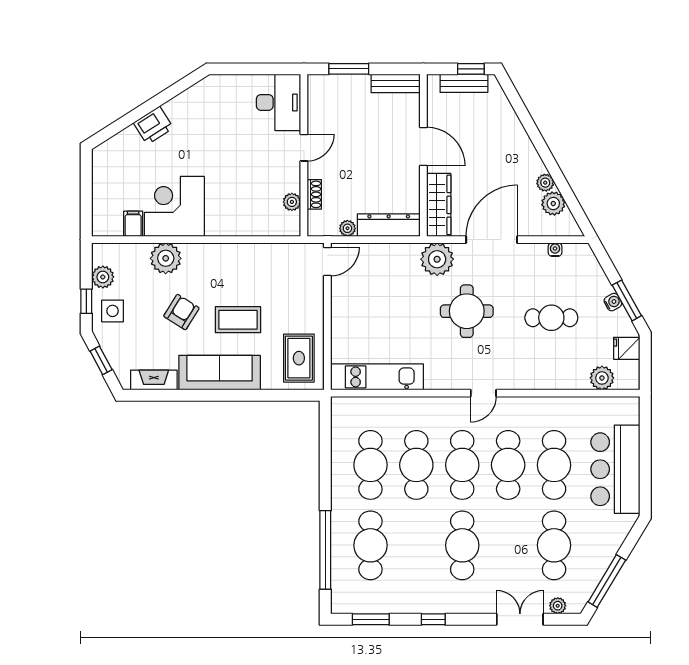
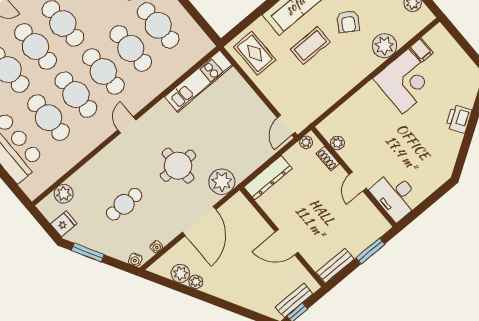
wardrobe: (439, 205) -> (248, 215), removed
plant: (347, 228) -> (306, 142), moved
water cooler: (613, 302) -> (135, 260), moved
cafe table: (508, 545) -> (35, 47), added

